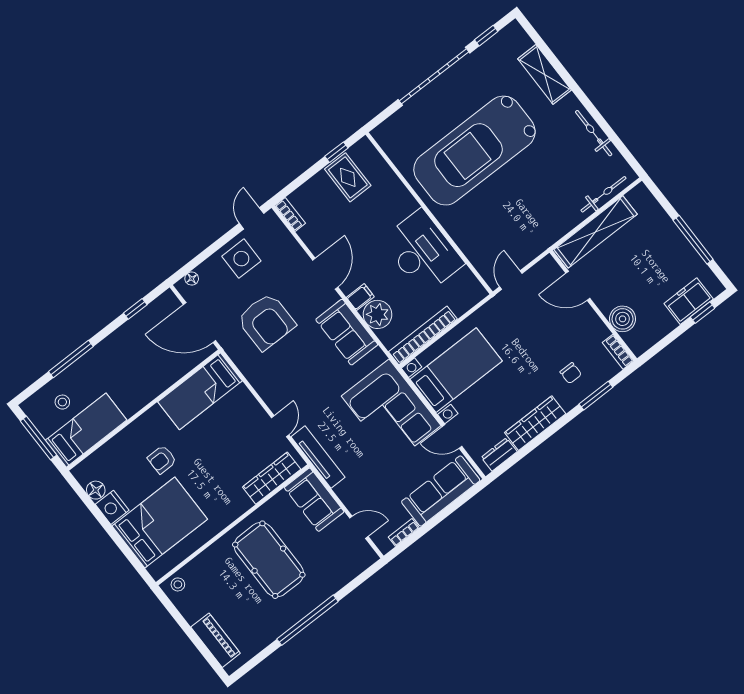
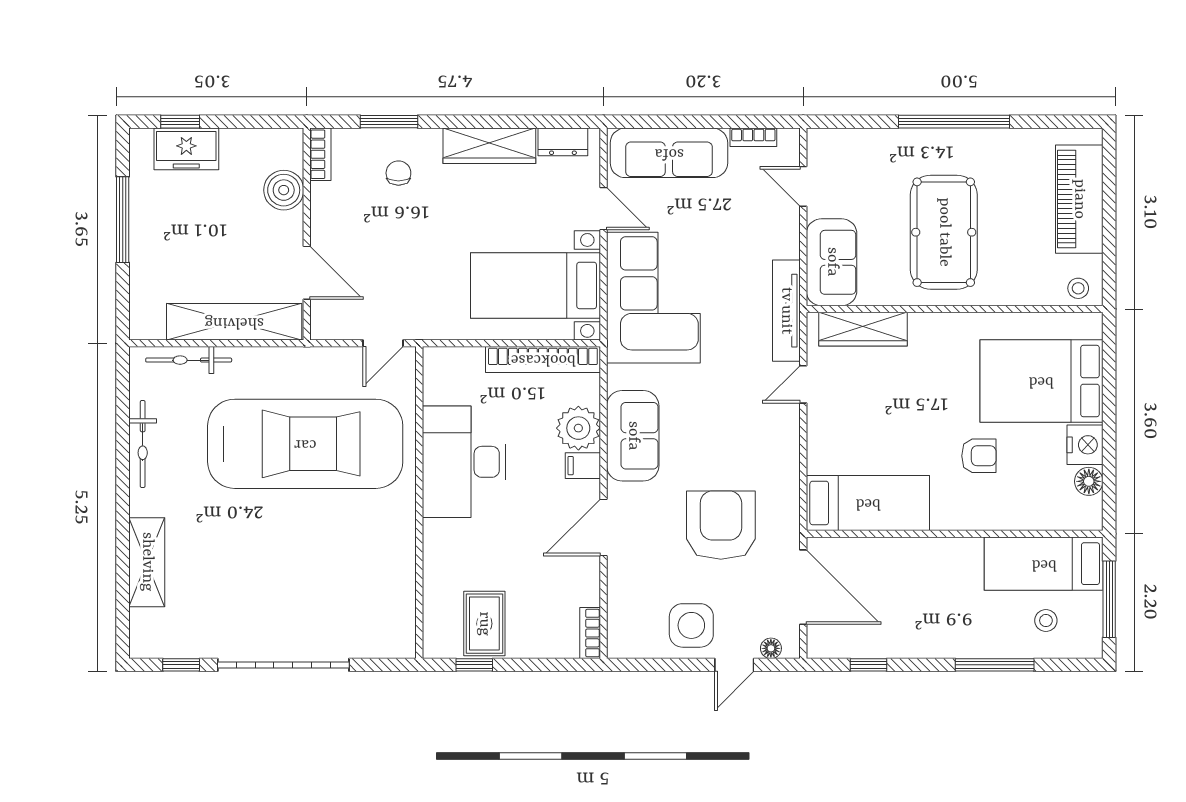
car: (474, 151) -> (305, 444), moved
door: (252, 218) -> (734, 665), moved
piano: (216, 640) -> (1079, 199), width x1.37, depth x1.33

